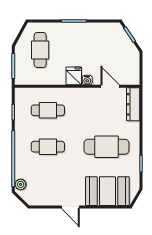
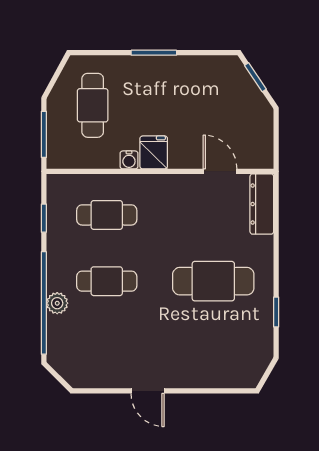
water cooler: (87, 80) -> (129, 160), moved
plant: (21, 184) -> (57, 303), moved
booth: (107, 191) -> (215, 362), removed

